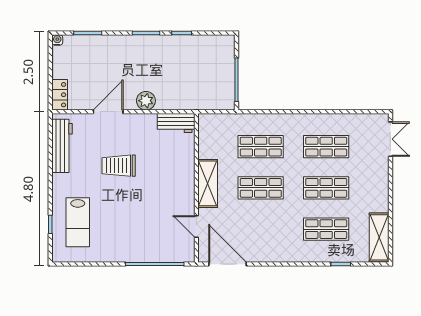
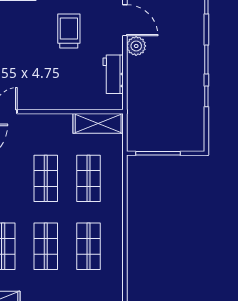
plant: (146, 101) -> (136, 46), moved
workbench: (176, 123) -> (113, 74), moved
shelving: (208, 183) -> (98, 123), moved

